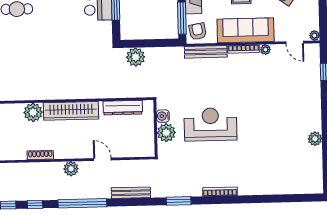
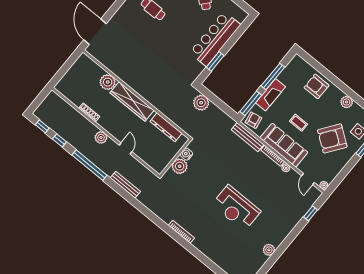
reception desk: (210, 124) -> (236, 208), moved, turned 180
window: (179, 201) -> (151, 215), removed

